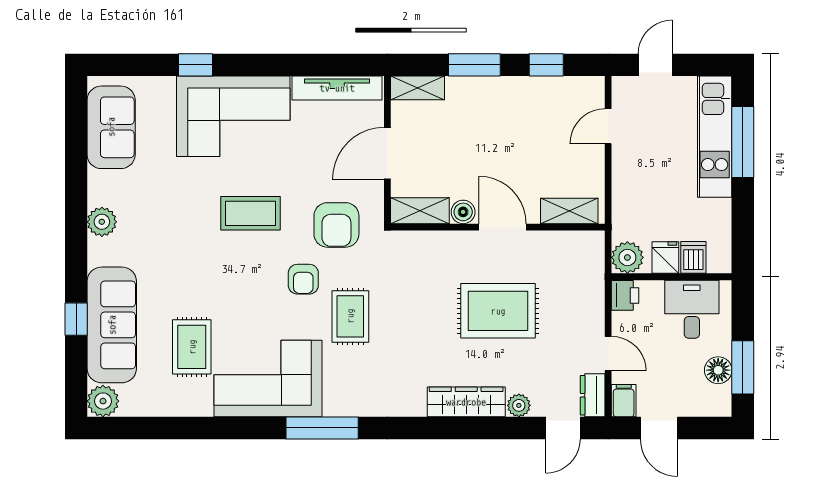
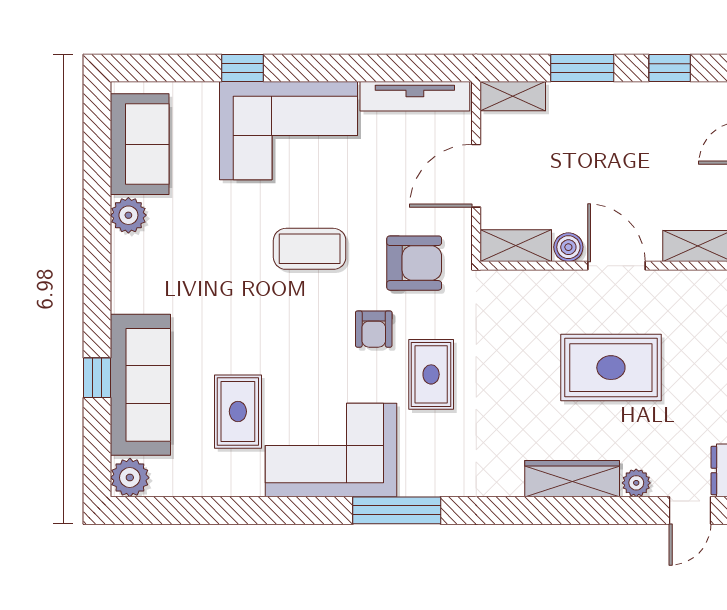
plant: (102, 222) -> (128, 215), moved
armchair: (336, 225) -> (414, 263), turned -90

